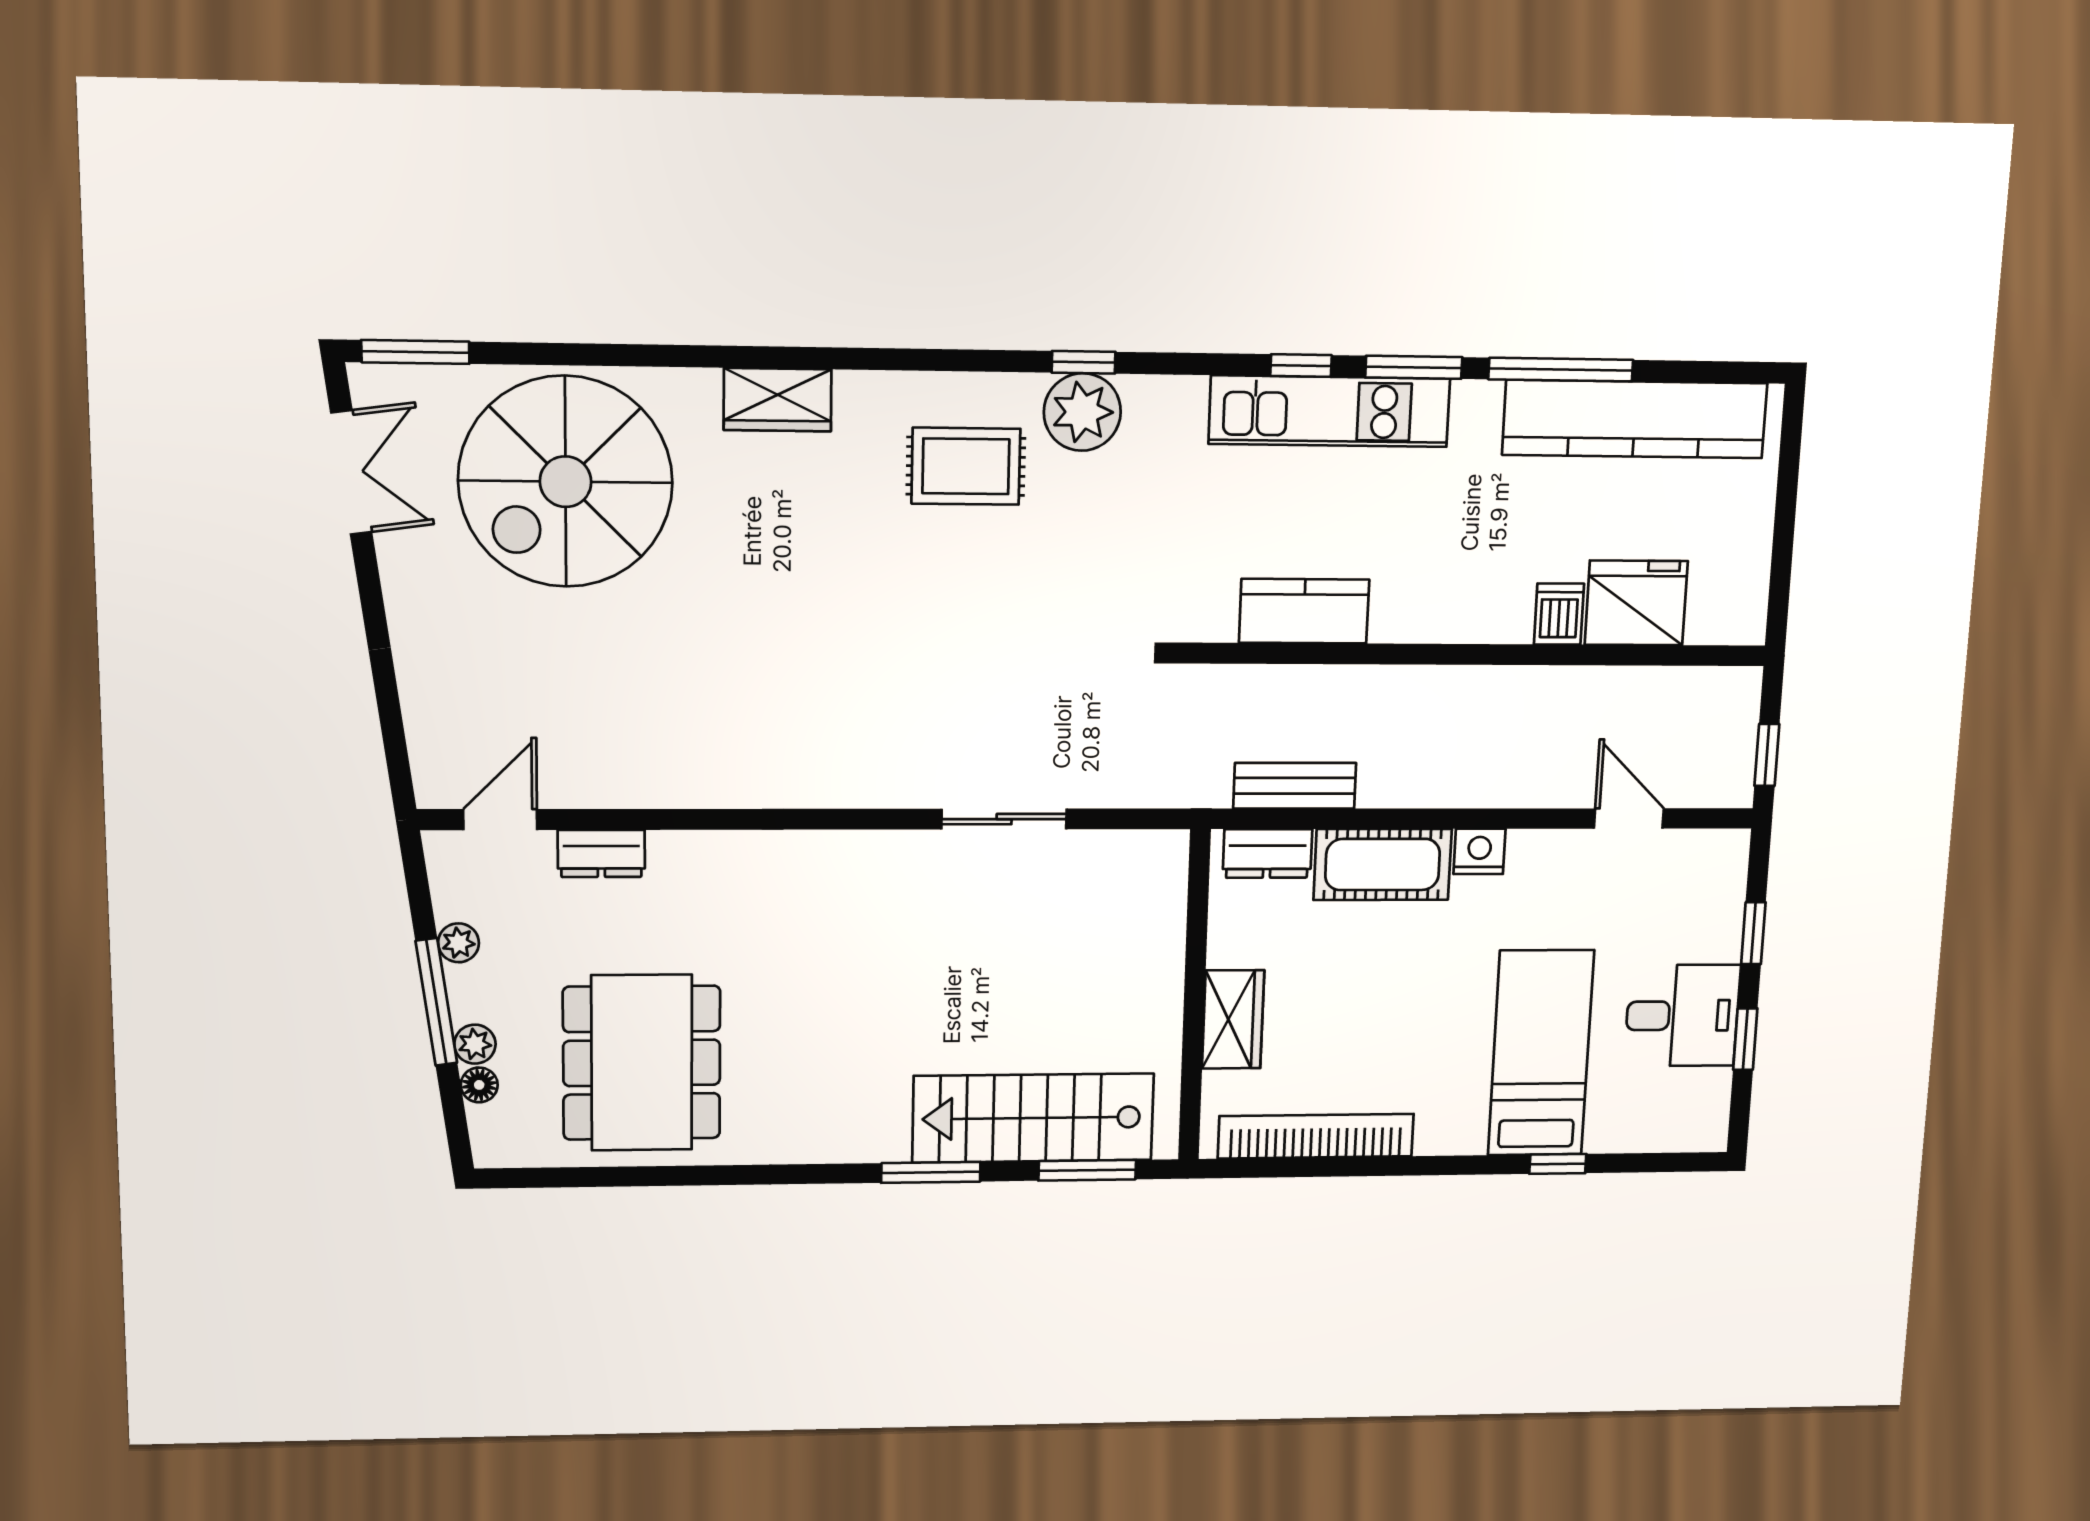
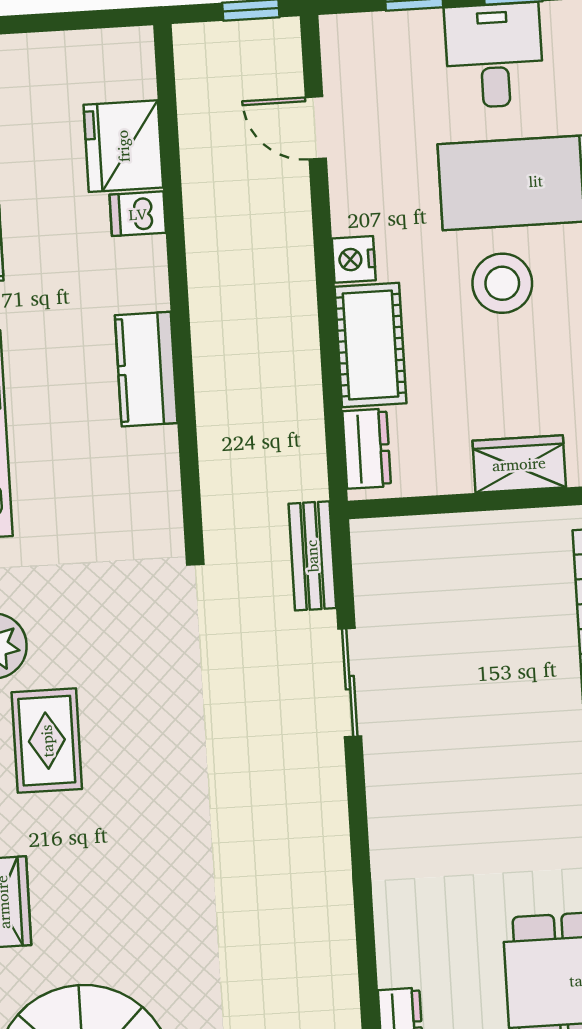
kitchen counter: (1304, 611) -> (146, 369), moved
bench: (1295, 786) -> (312, 556), moved
door: (1629, 819) -> (316, 128), hinge flipped
stool: (1434, 1011) -> (502, 283), added

